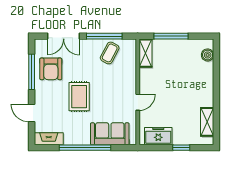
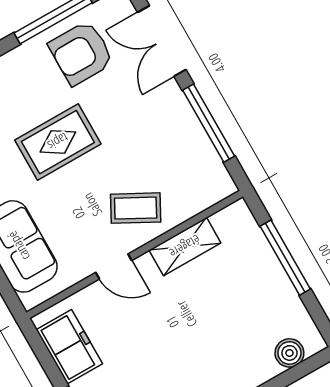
coffee table: (110, 53) -> (136, 208), moved
shelving: (145, 53) -> (185, 247), moved

